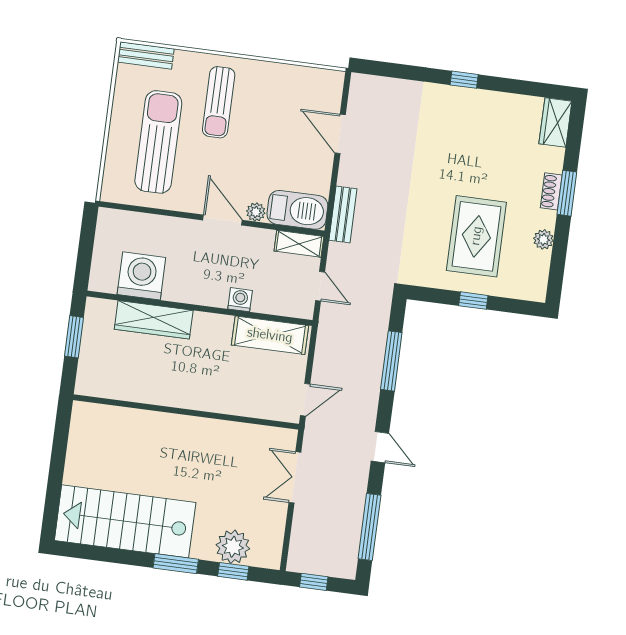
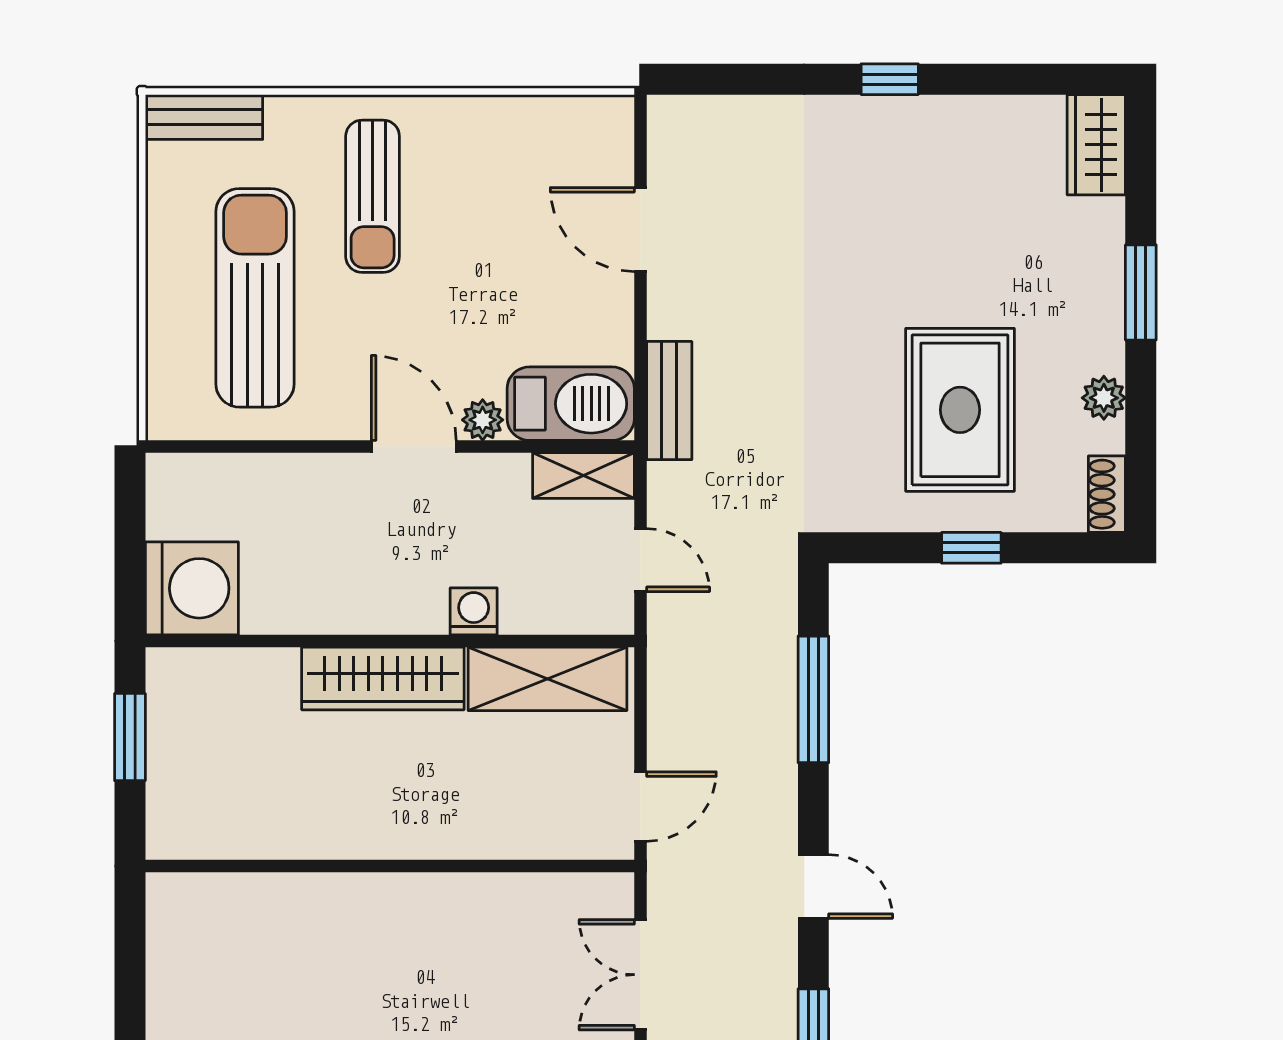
shoe rack: (551, 191) -> (1107, 494), moved
washing machine: (141, 276) -> (192, 588), moved, turned 90
wardrobe: (154, 320) -> (383, 678), moved

